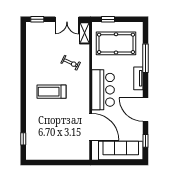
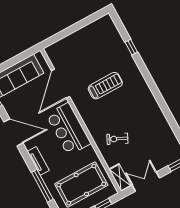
treadmill: (52, 92) -> (105, 86), moved
door: (91, 127) -> (60, 84), hinge flipped
window: (23, 139) -> (131, 47), moved

